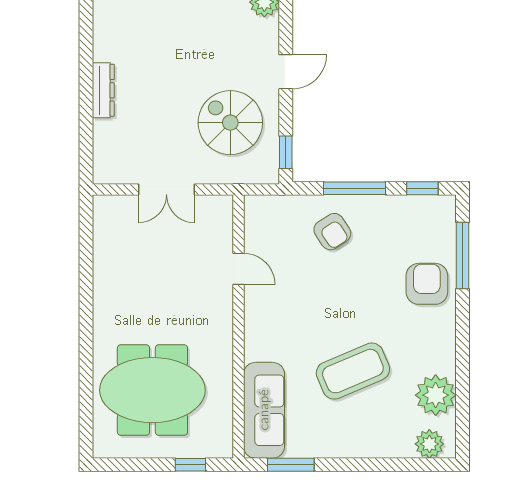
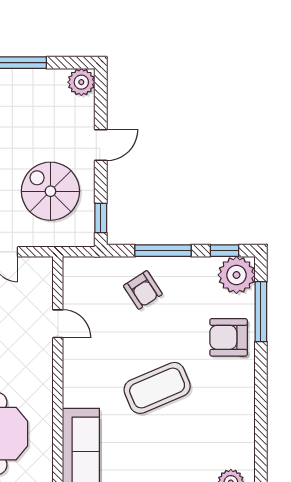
armchair: (427, 284) -> (229, 337), turned -90
coffee table: (353, 371) -> (157, 388), moved
plant: (436, 395) -> (236, 275), moved

